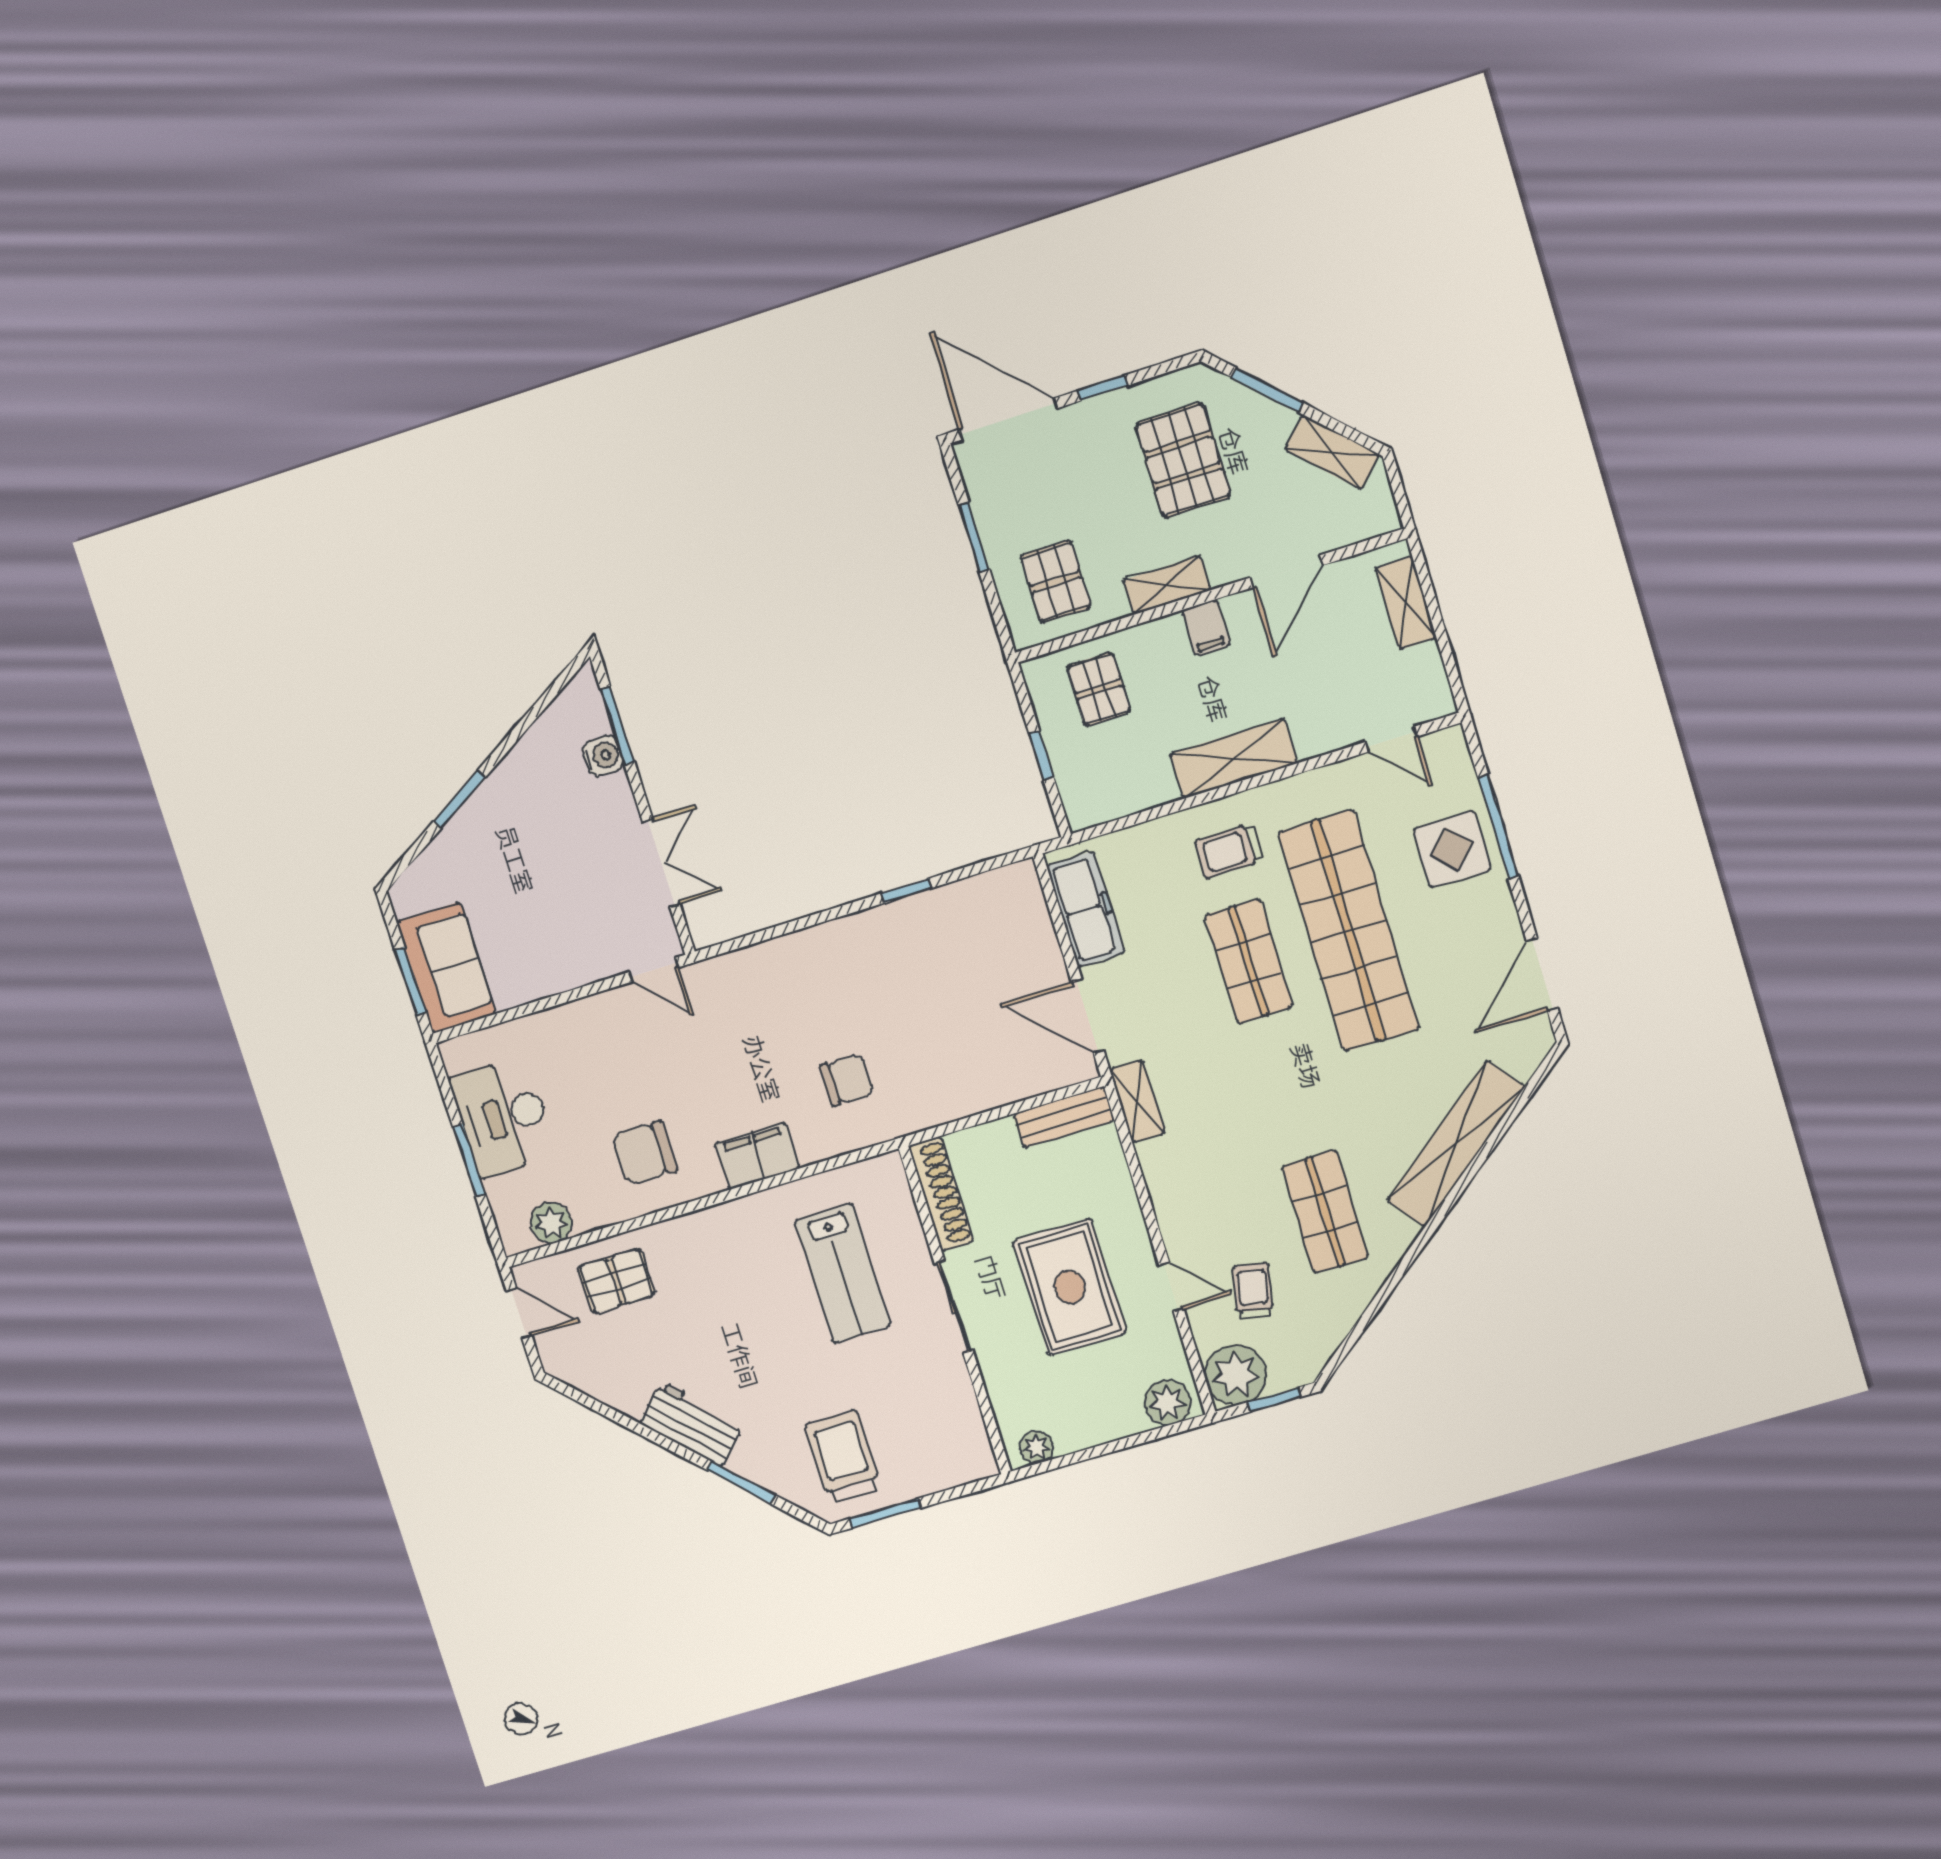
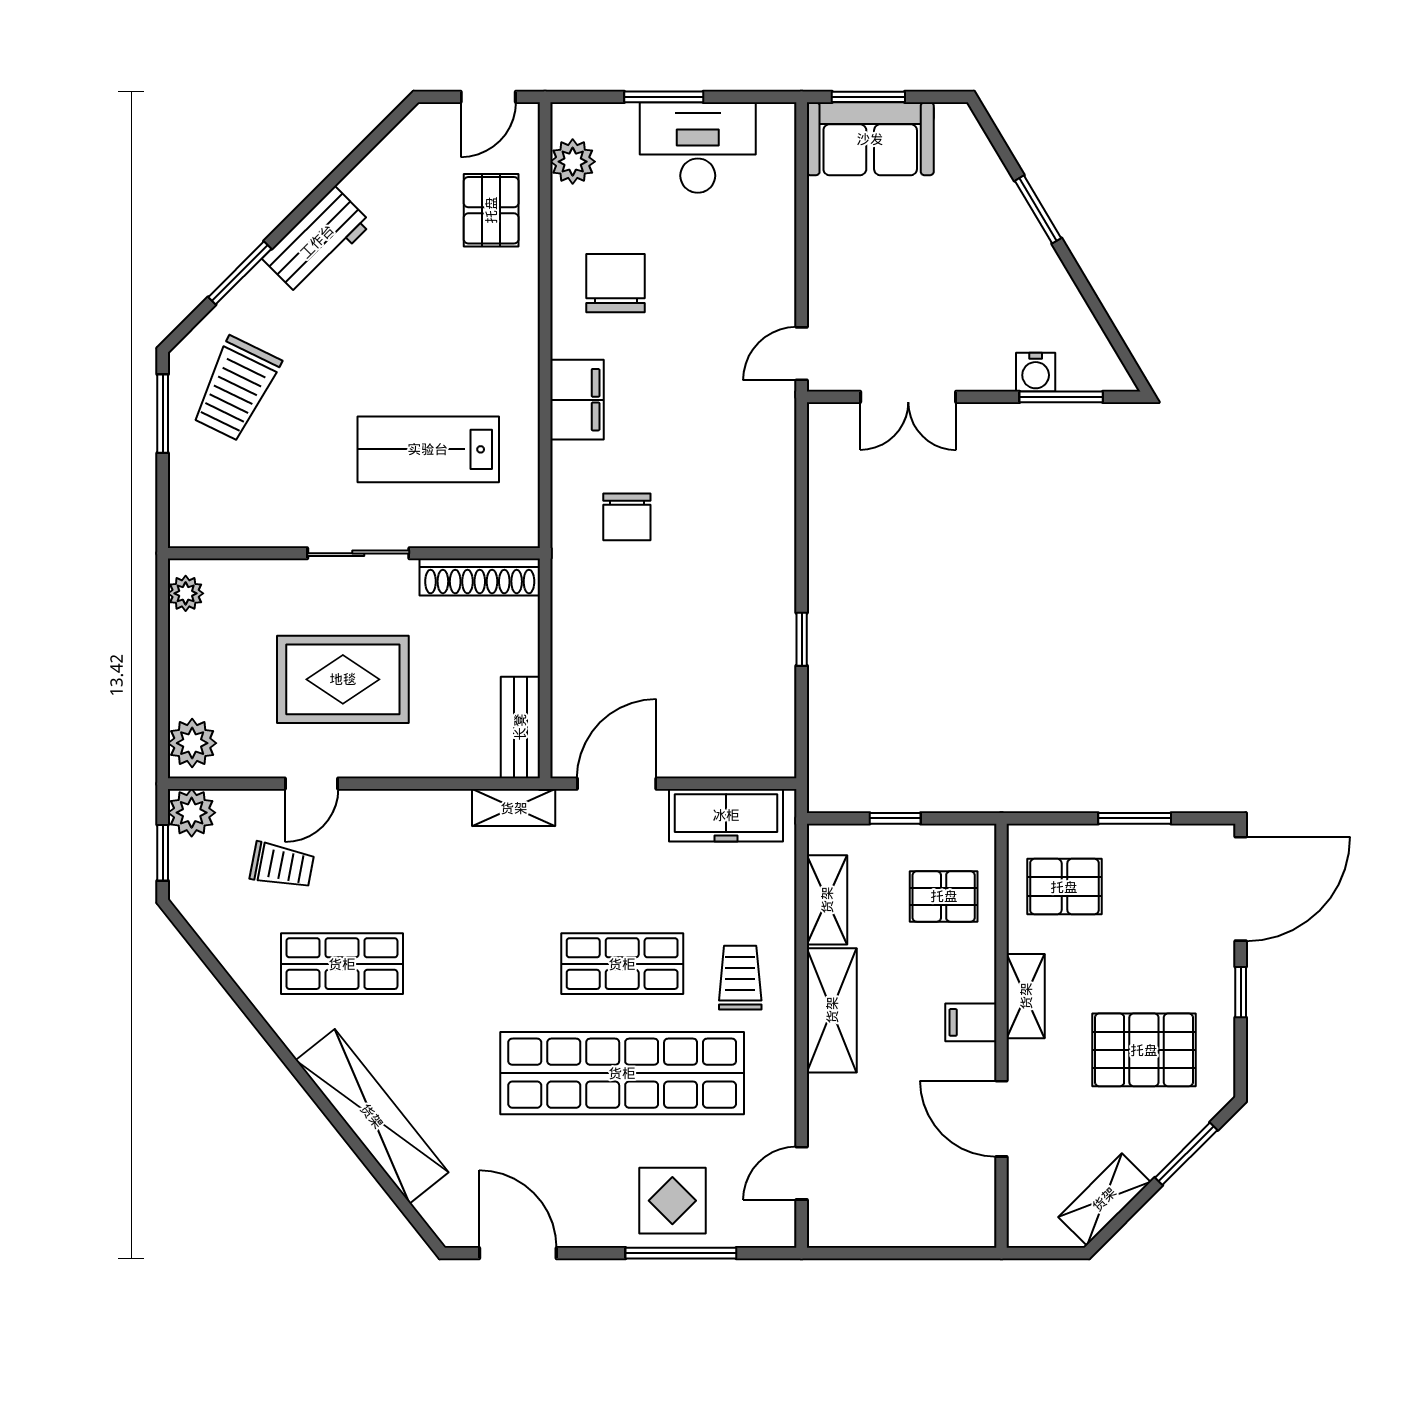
shelving: (1406, 603) -> (827, 900), moved, turned 90
plant: (1235, 1375) -> (192, 813), width x0.73, depth x0.73
trolley: (843, 1456) -> (236, 389), turned 116

